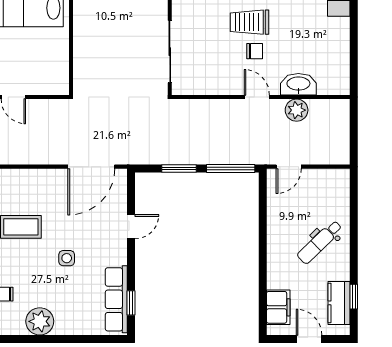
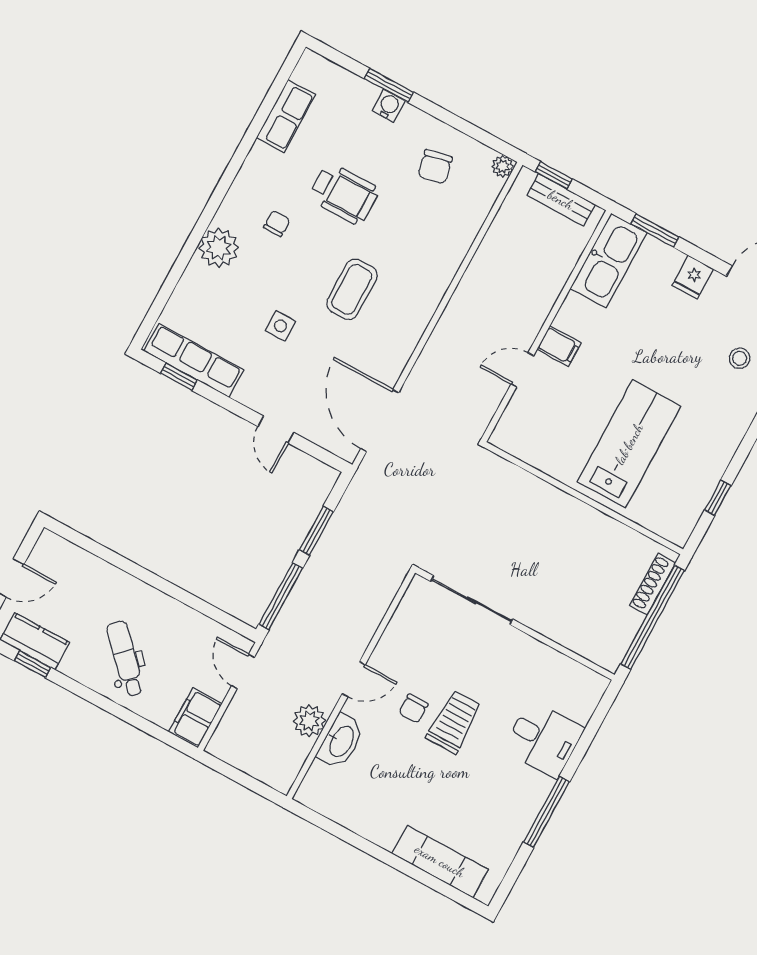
filing cabinet: (278, 307) -> (195, 718), moved, turned 90

